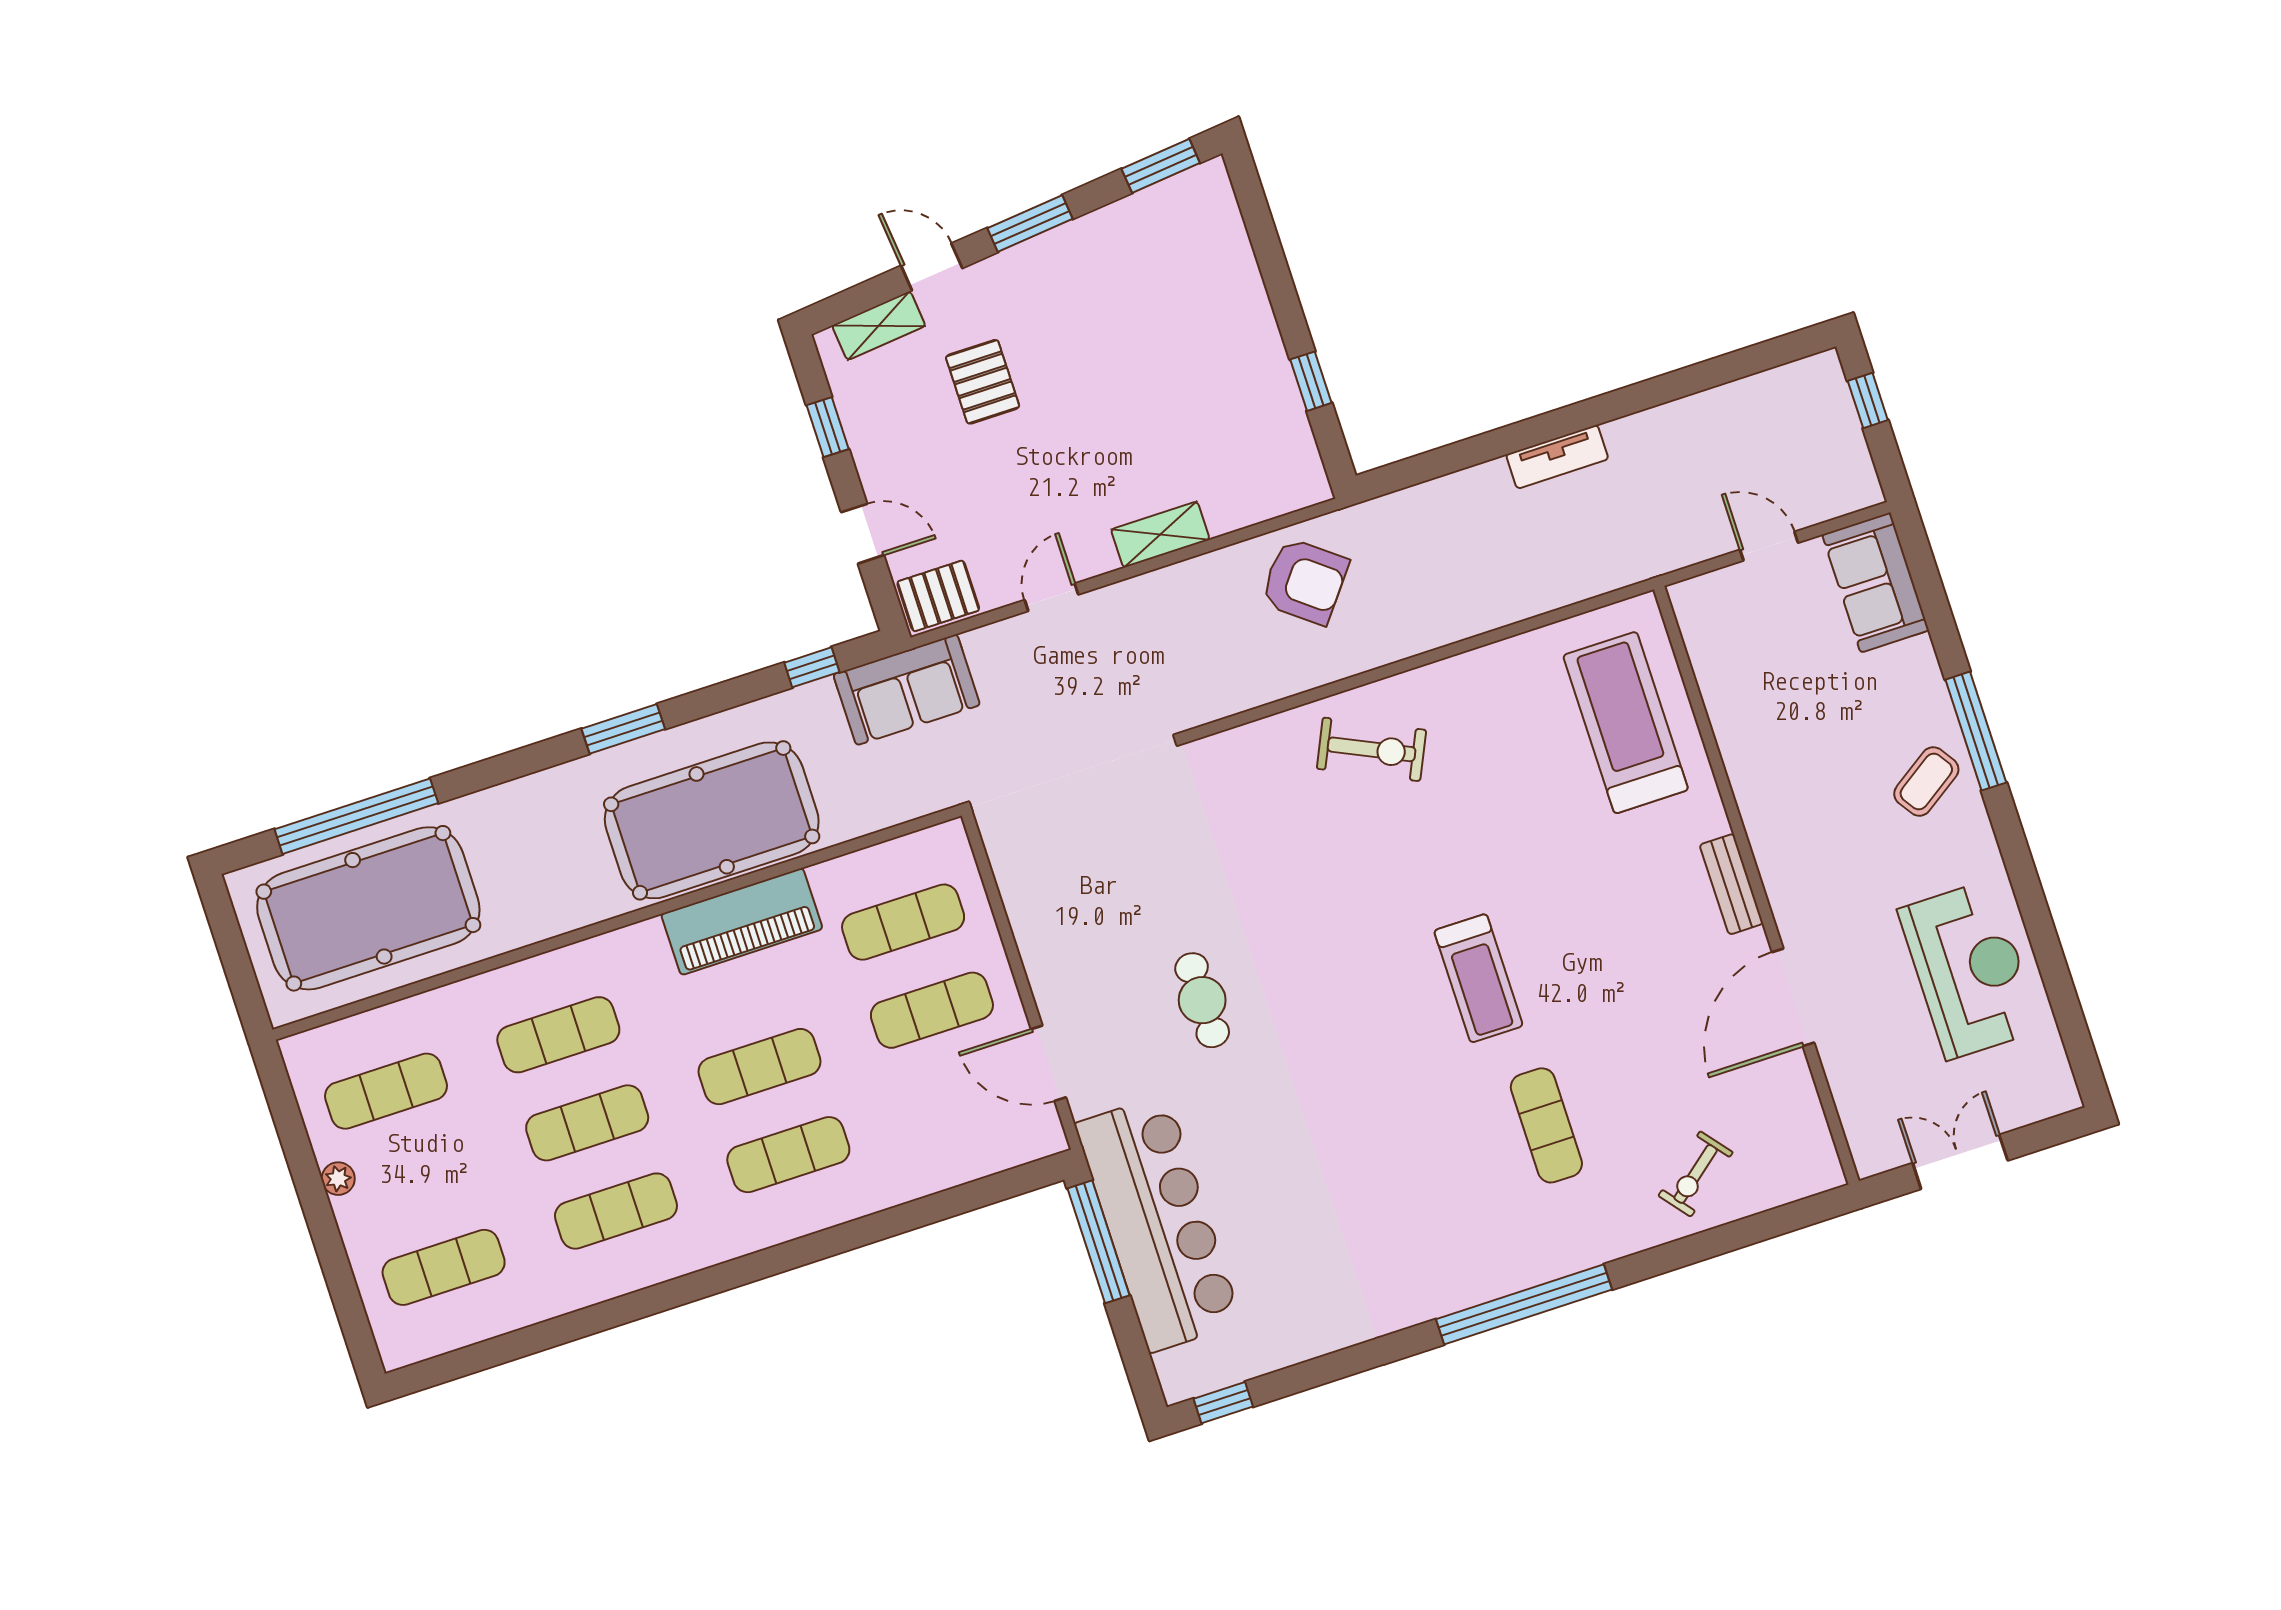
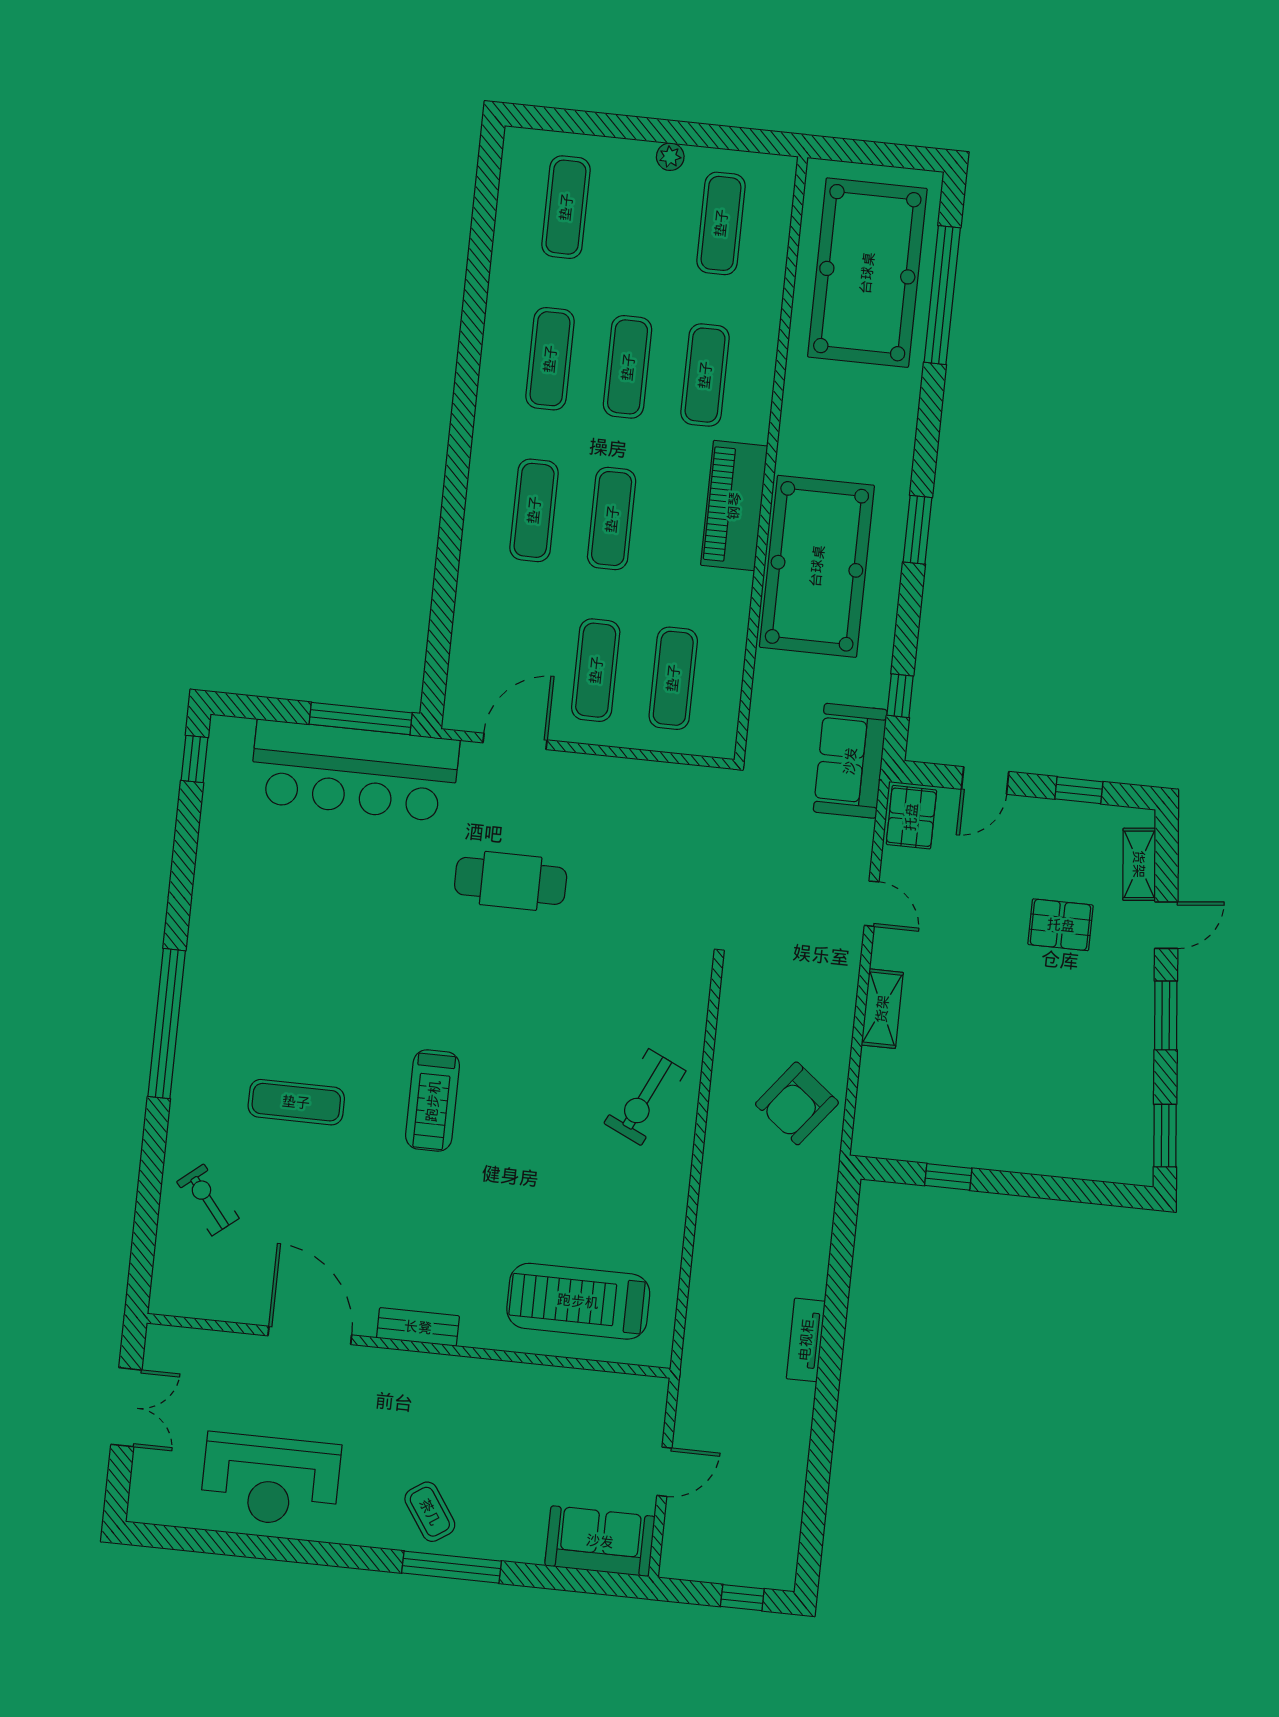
treadmill: (1626, 723) -> (578, 1301), turned 180
piano: (742, 922) -> (734, 506), moved
treadmill: (1478, 978) -> (433, 1101), turned -90
cafe table: (1202, 1000) -> (511, 881), width x1.37, depth x1.35

